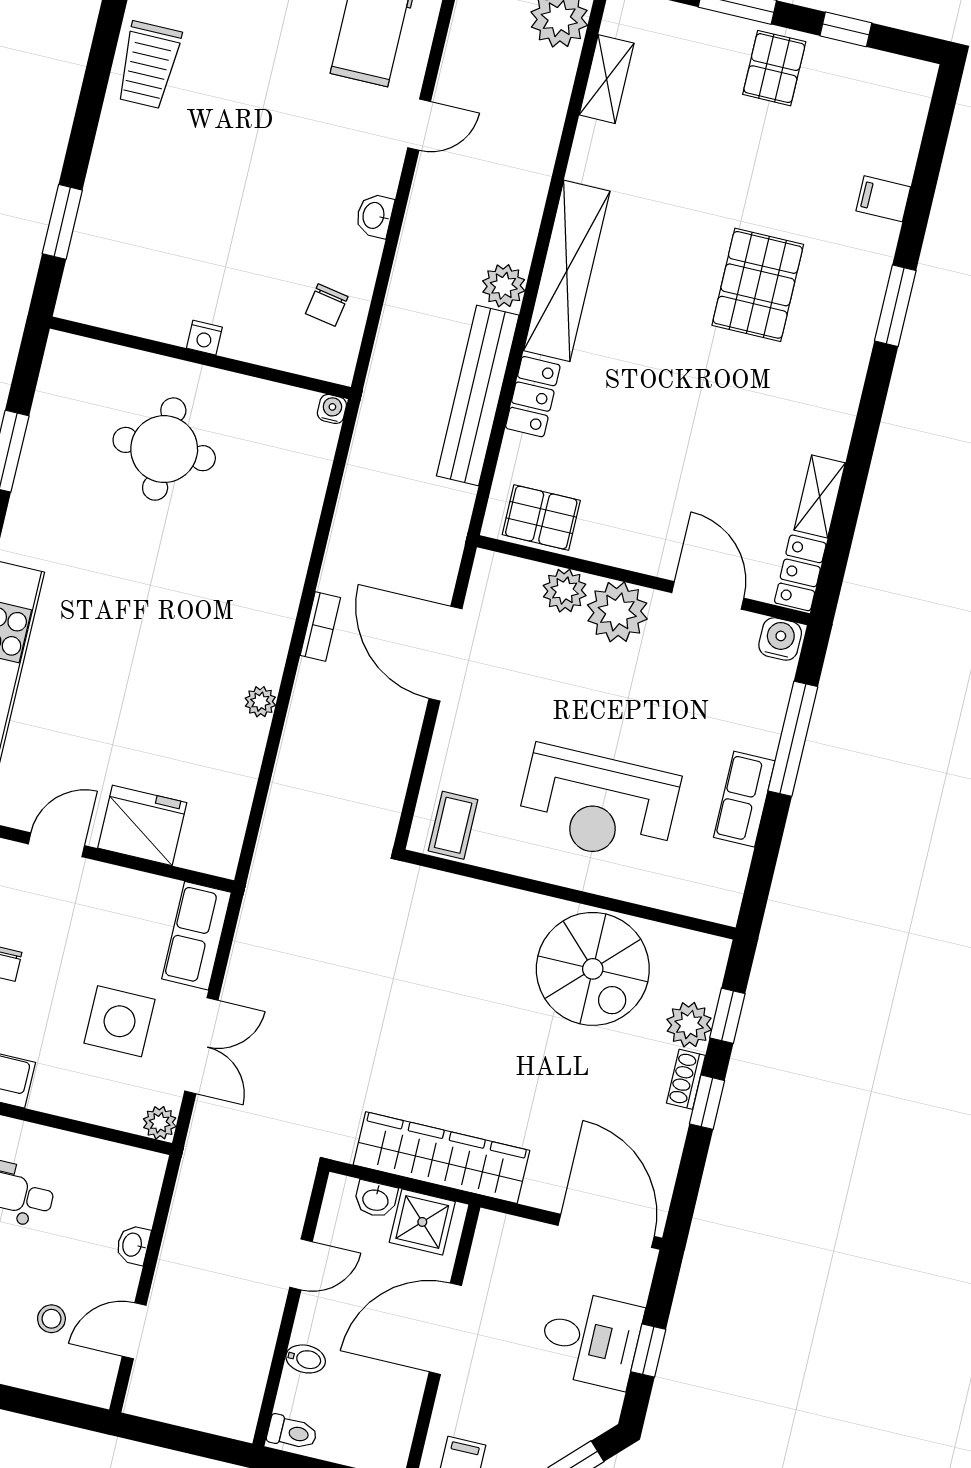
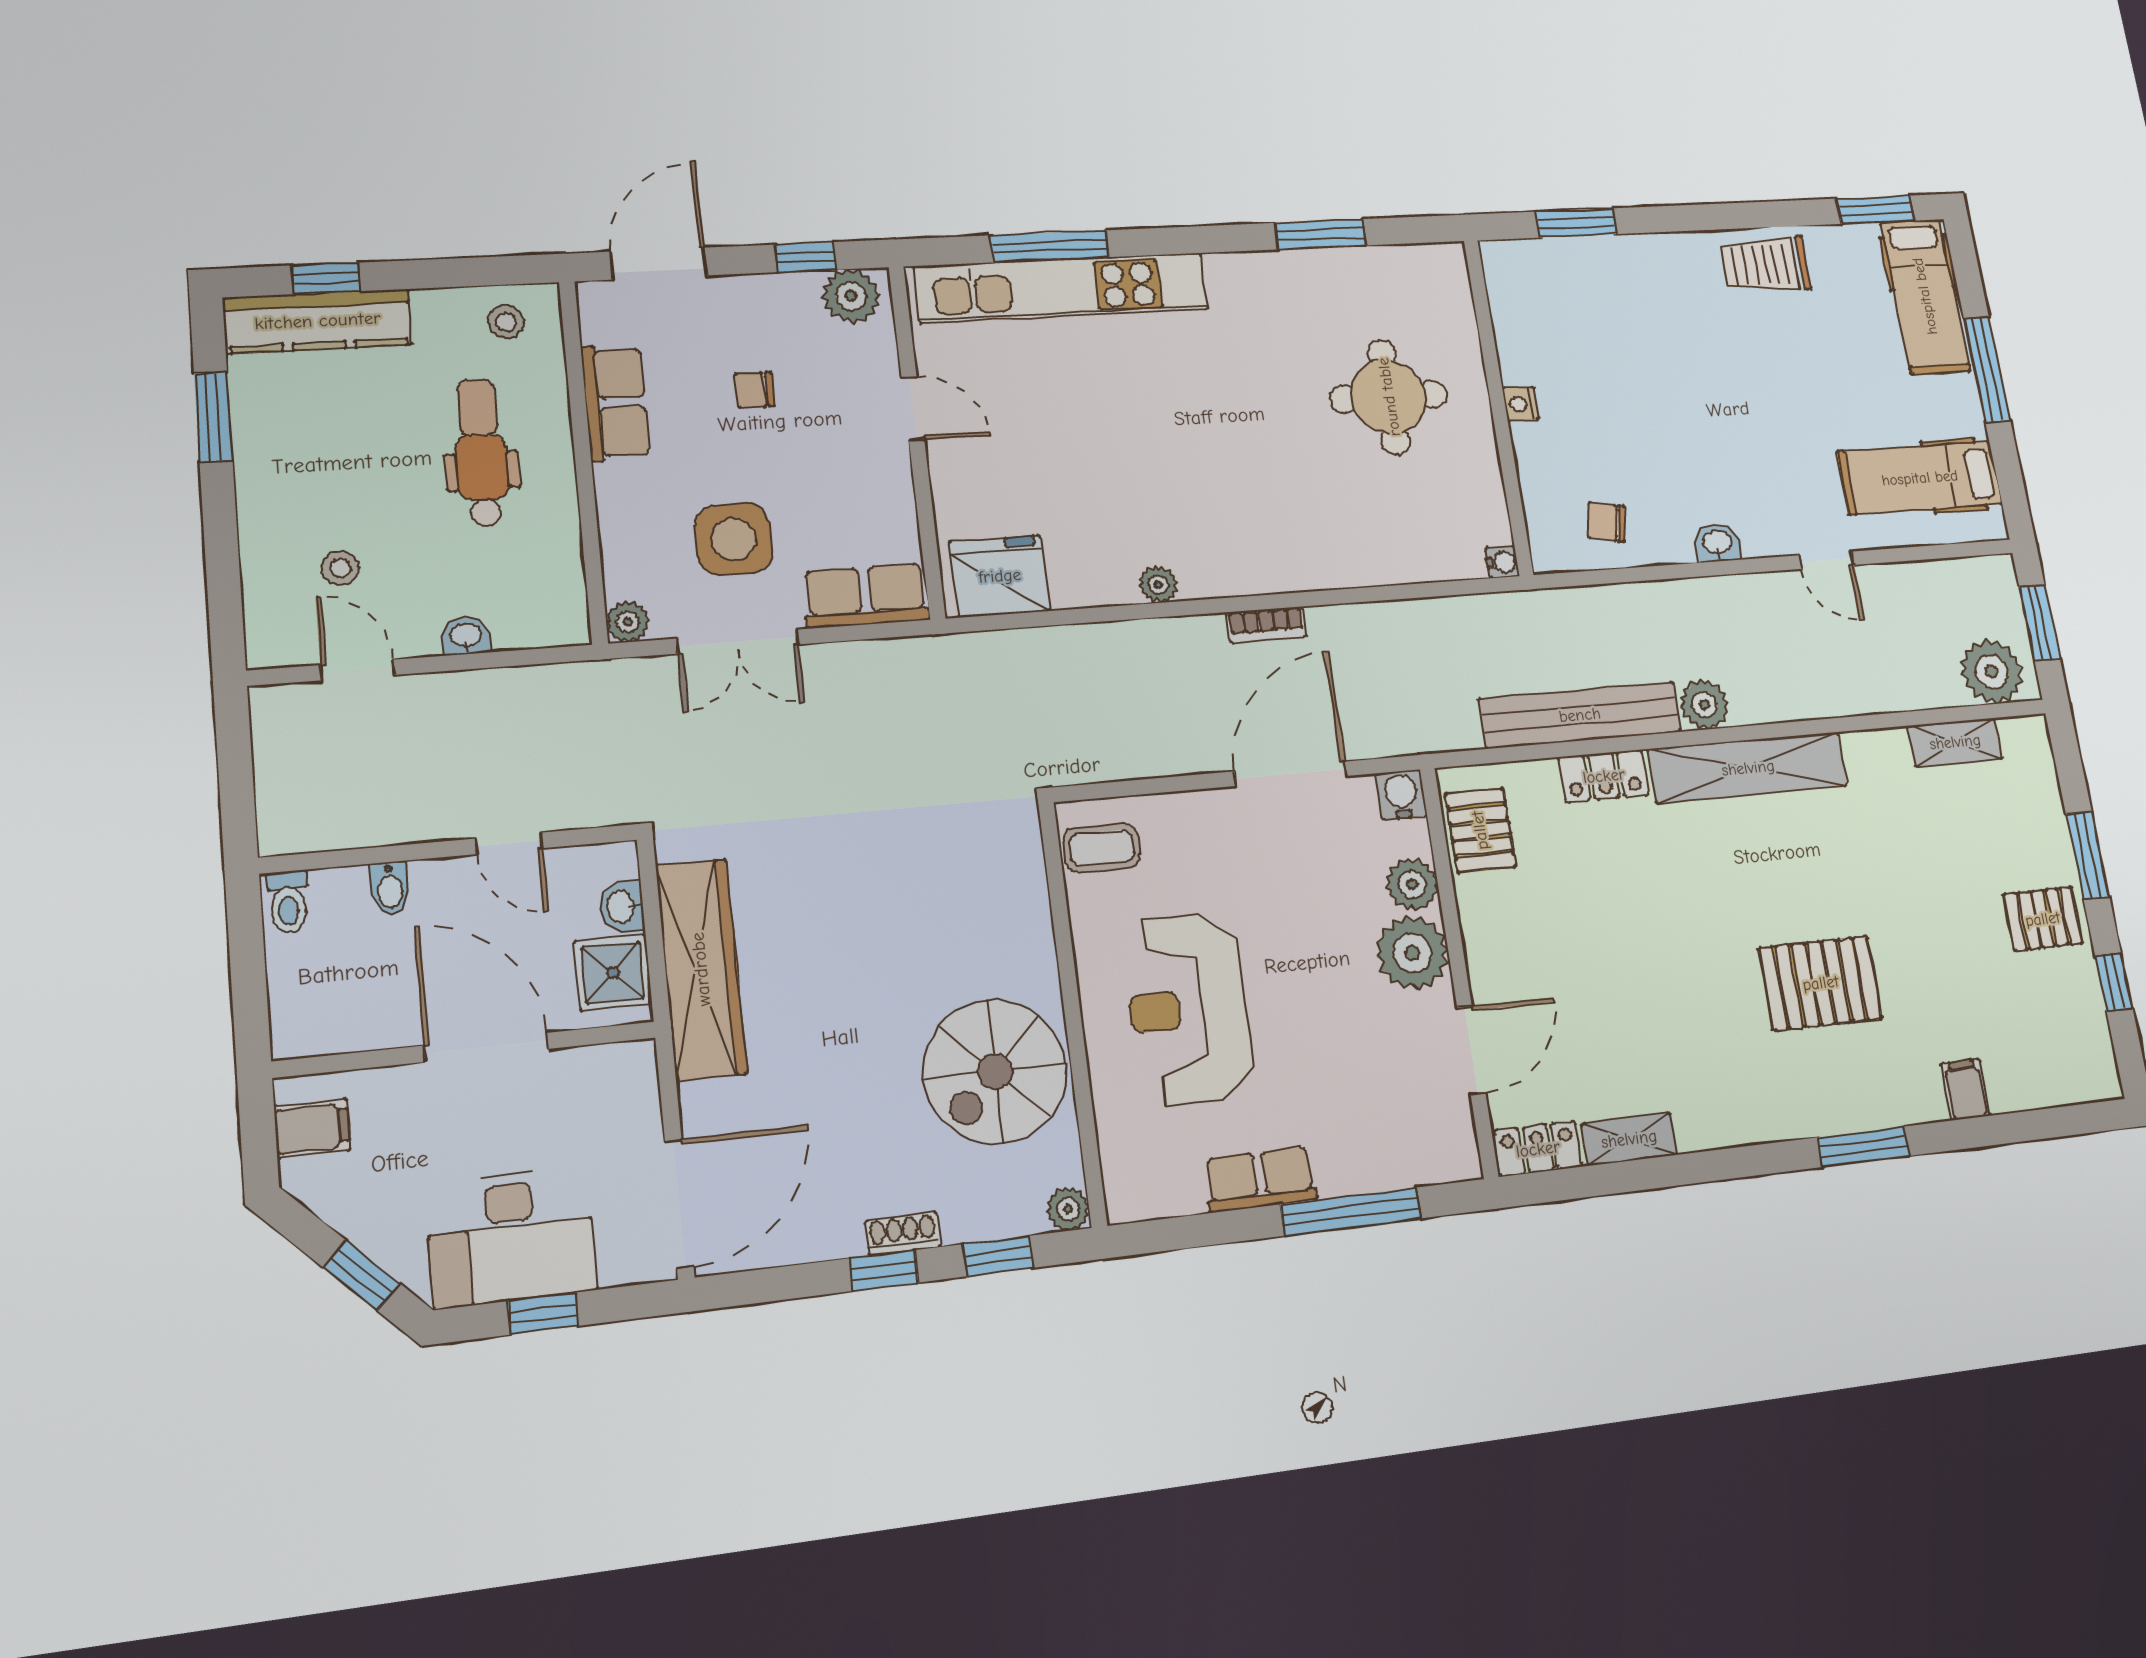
water cooler: (780, 639) -> (1401, 795), moved, turned -90
fridge: (142, 825) -> (1000, 576), moved, turned -90
plant: (689, 1025) -> (1068, 1209), moved, width x0.73, depth x0.73
desk: (590, 1339) -> (511, 1237), width x1.37

